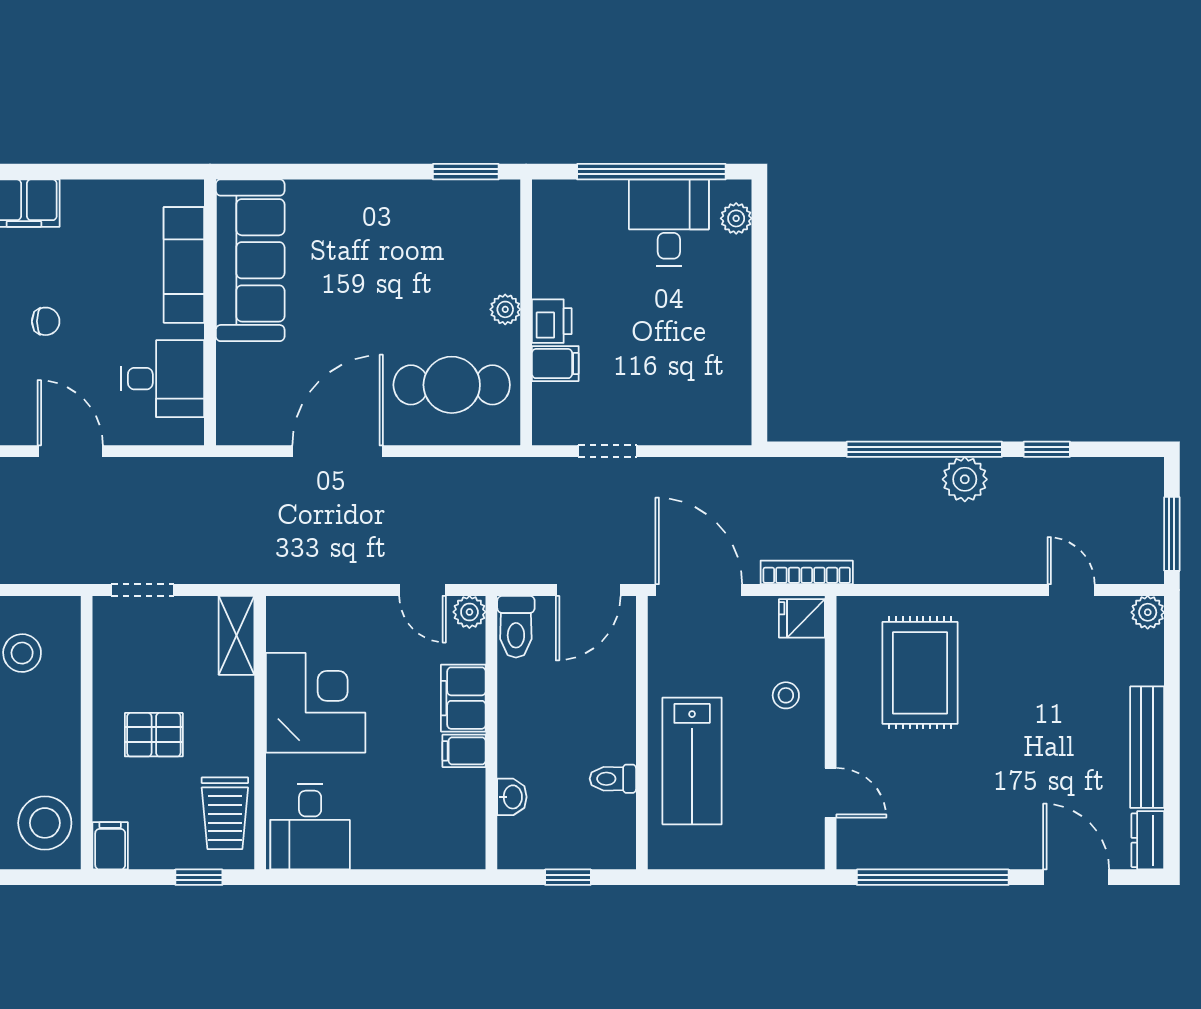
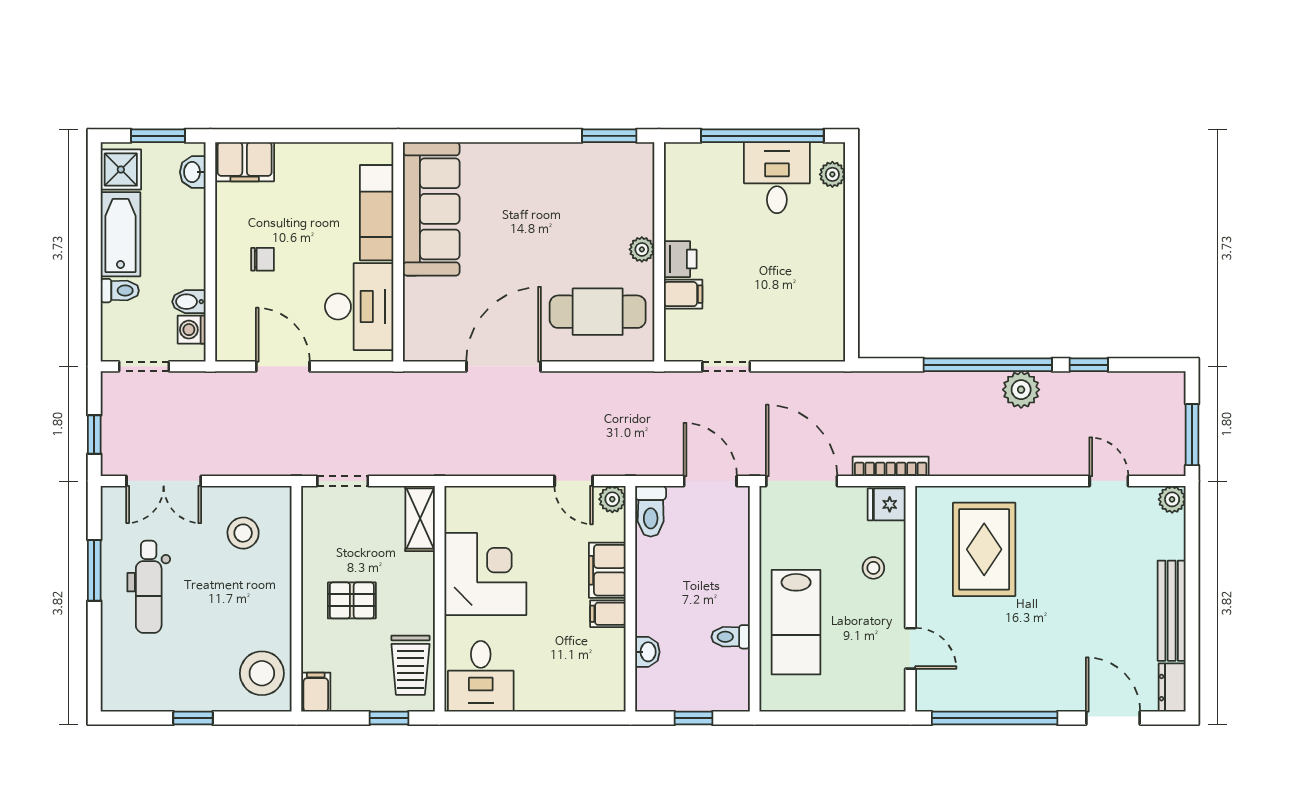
desk: (163, 379) -> (359, 307), width x1.37
door: (588, 590) -> (710, 481), swing flipped

